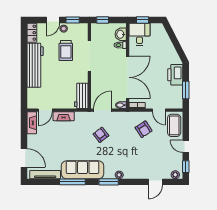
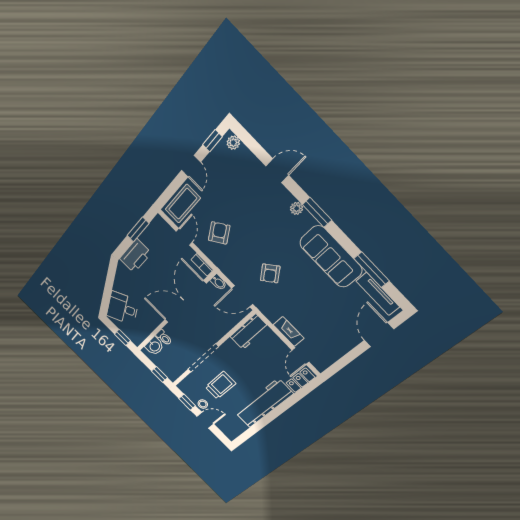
locker: (32, 33) -> (300, 380), moved
desk: (139, 34) -> (123, 308), moved, turned 63
door: (45, 110) -> (301, 356), swing flipped
fireplace: (32, 123) -> (328, 359), removed
window: (72, 182) -> (372, 270), moved
door: (155, 182) -> (277, 171), moved

